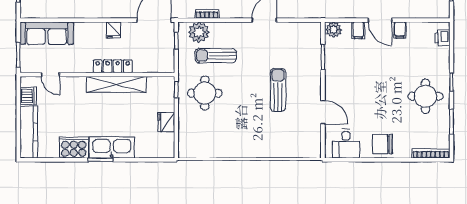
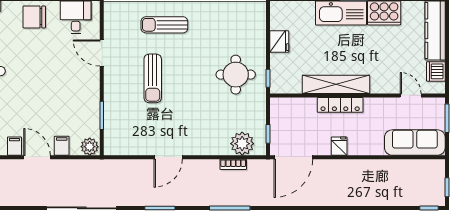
sun lounger: (216, 56) -> (164, 25), moved, turned 180
chair: (382, 144) -> (34, 17), turned 180

